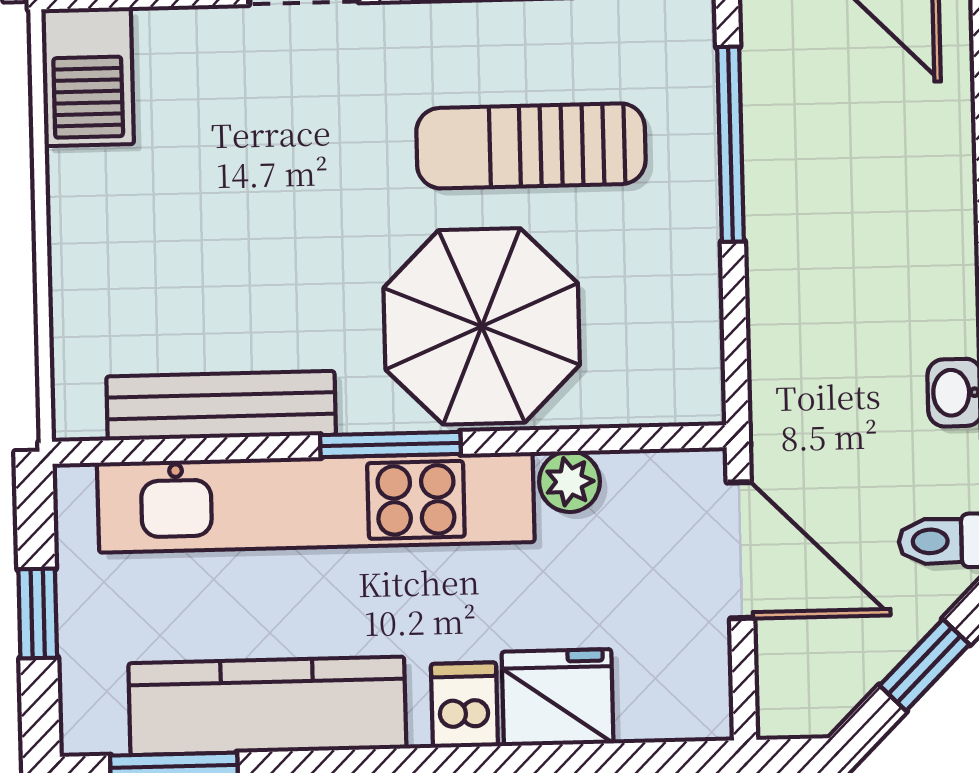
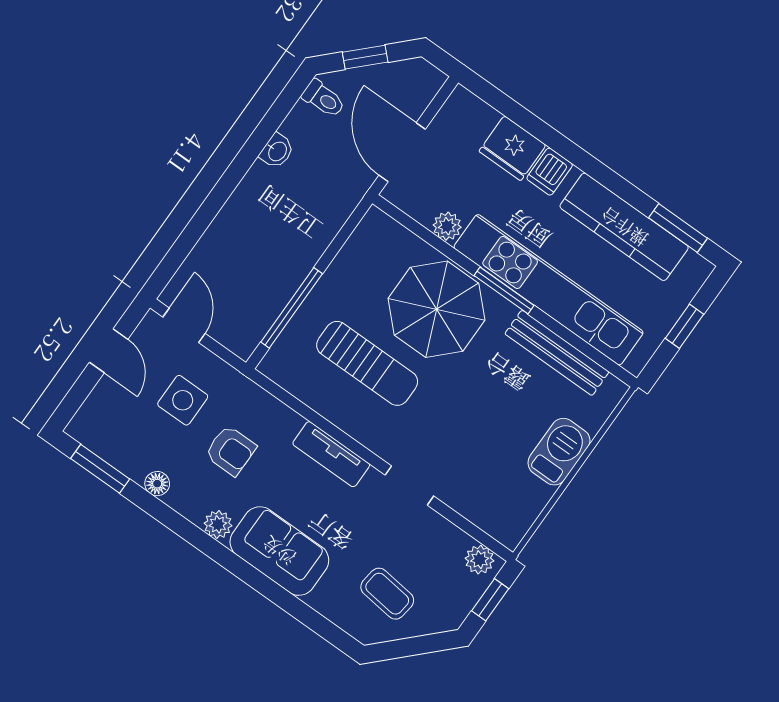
barbecue: (88, 77) -> (559, 452), moved

